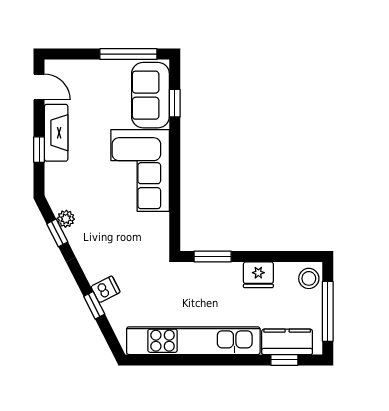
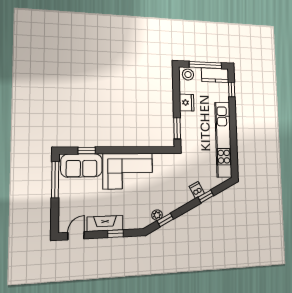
kitchen counter: (287, 342) -> (215, 75), moved, turned -90

